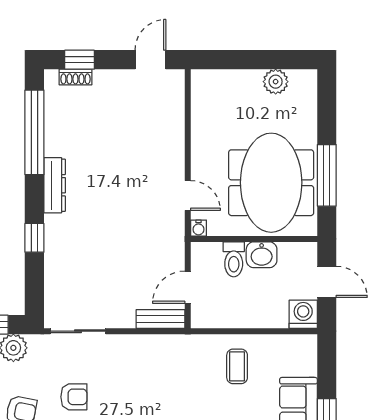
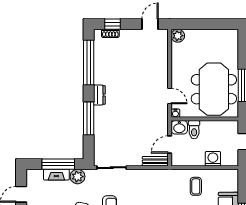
plant: (276, 82) -> (178, 36), moved
dresser: (55, 185) -> (99, 95), width x0.70
window: (34, 238) -> (89, 118), width x2.17
washbasin: (262, 255) -> (179, 127), moved
washing machine: (303, 314) -> (213, 159), moved

